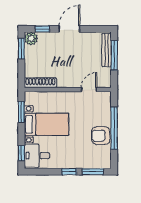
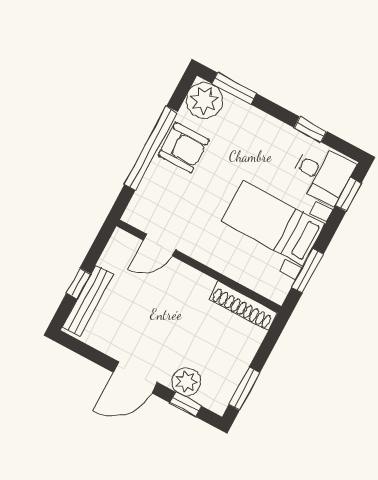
plant: (31, 39) -> (186, 382), moved
window: (114, 55) -> (78, 284), width x0.46
plant: (103, 160) -> (204, 100), added
window: (69, 172) -> (310, 129), moved

